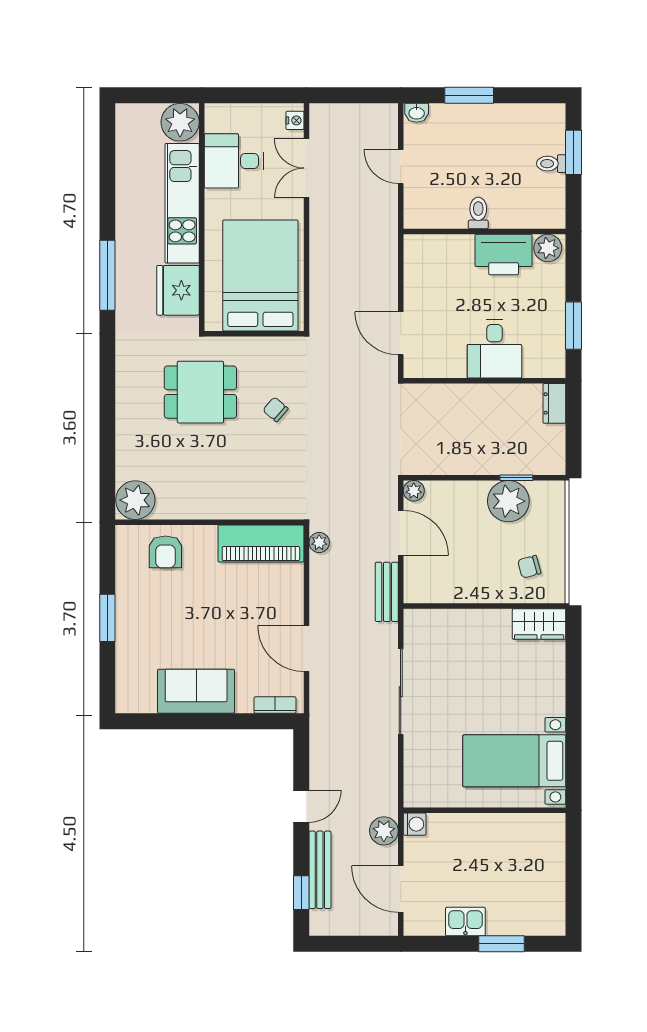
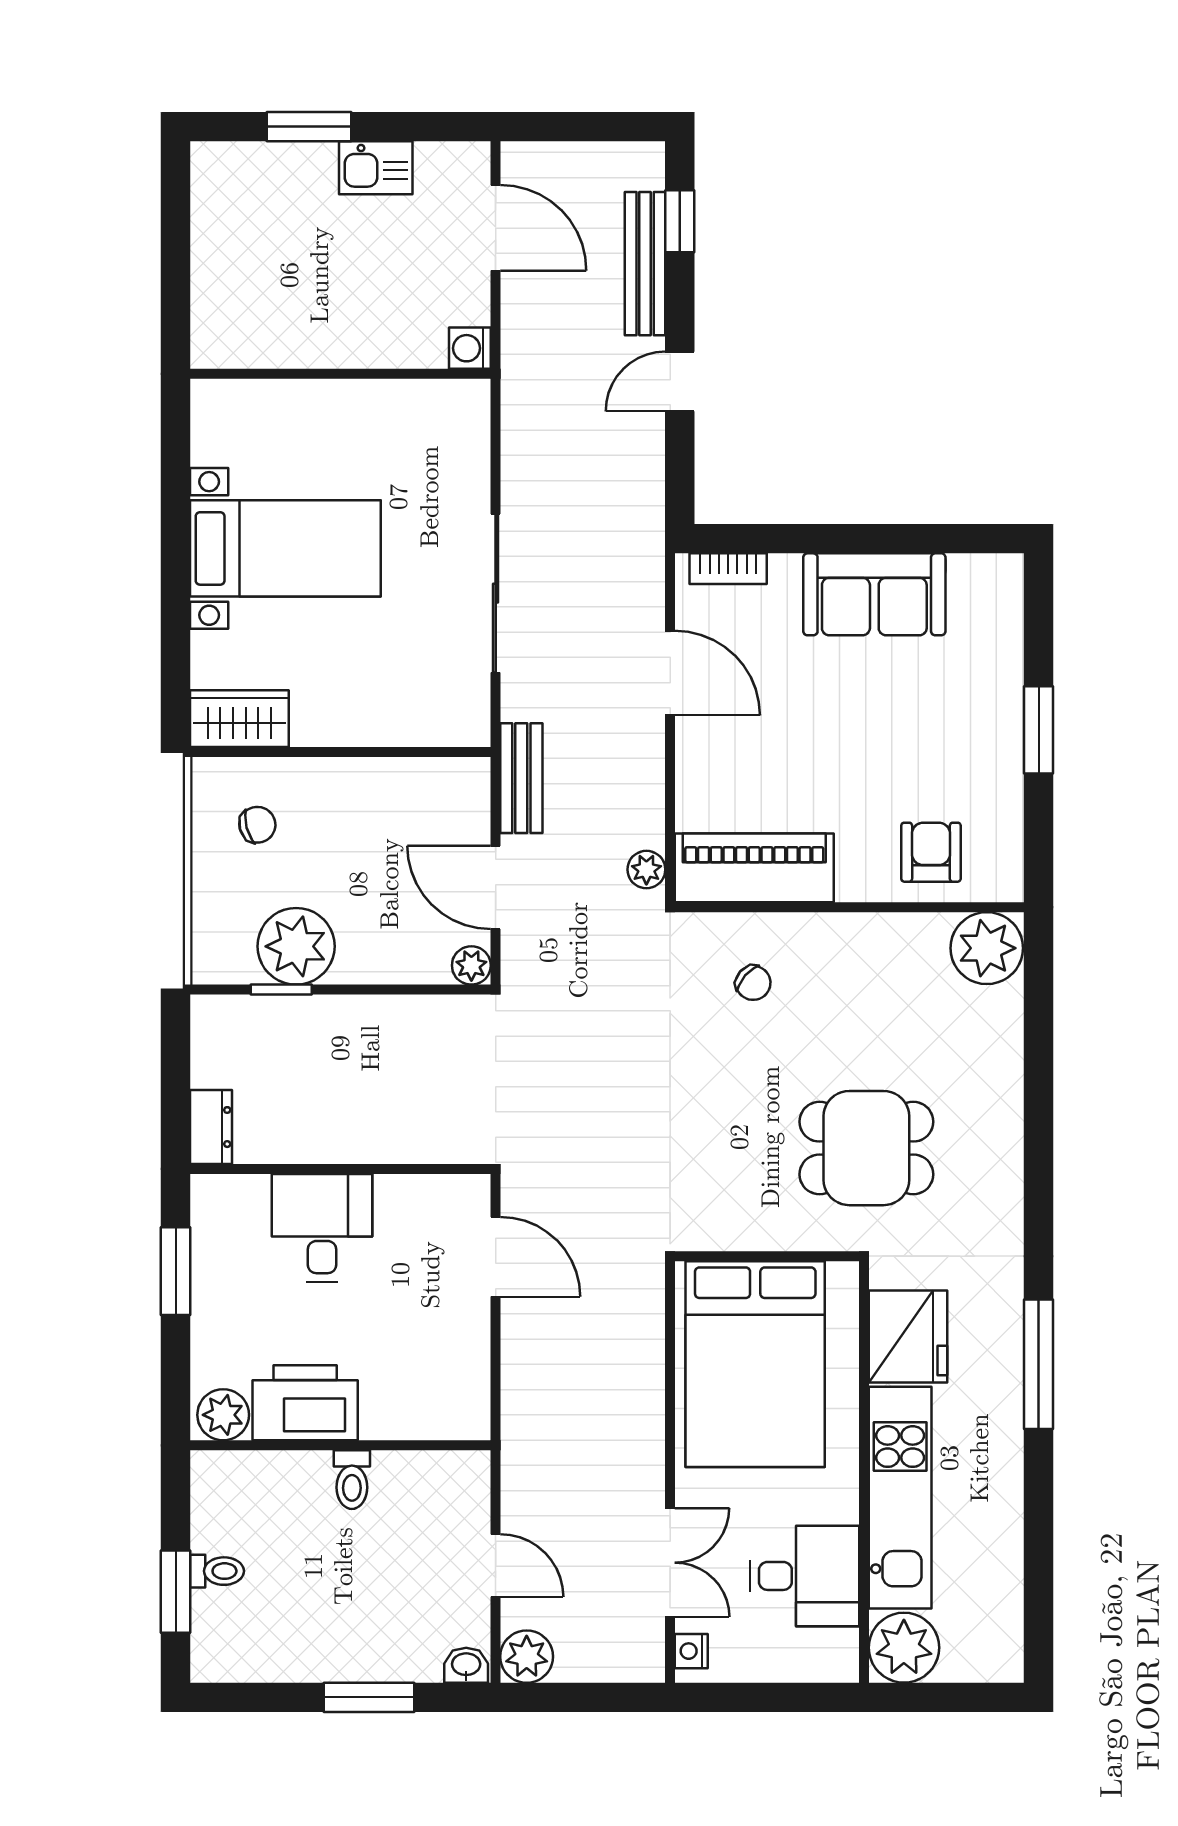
chair: (275, 409) -> (753, 983), moved
bed with nightstands: (514, 761) -> (285, 548), moved
plant: (384, 831) -> (527, 1657), moved

